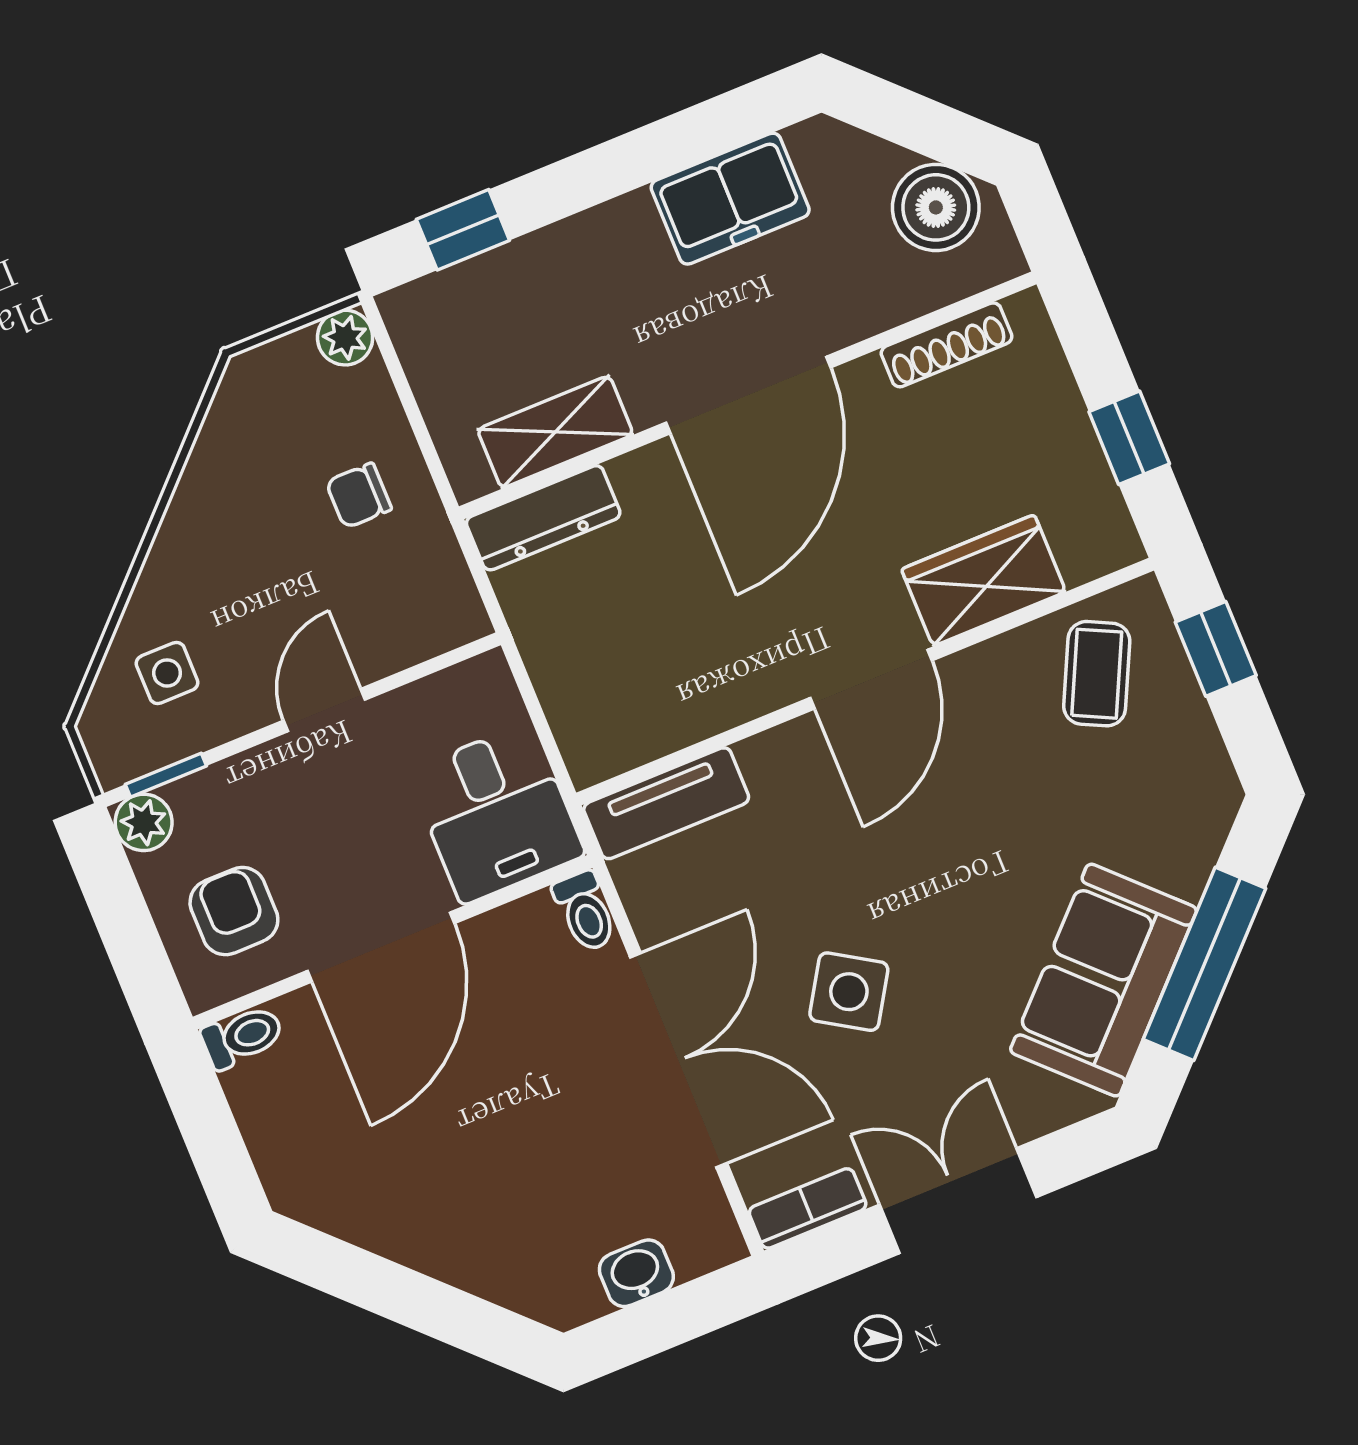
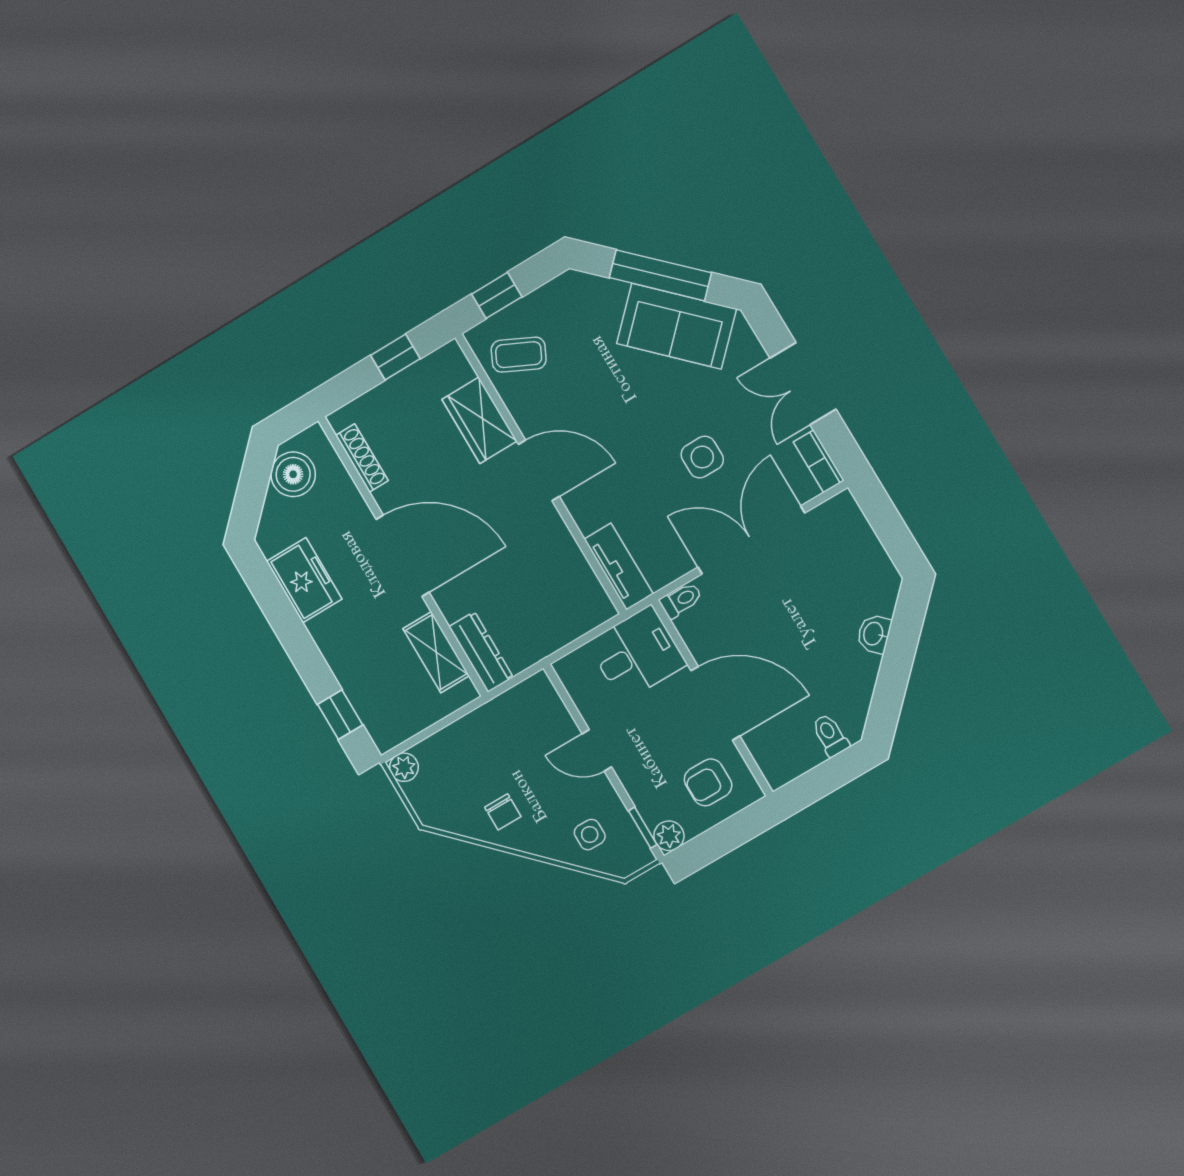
chair: (359, 496) -> (503, 812), moved
side table: (849, 992) -> (702, 457), turned -32
toilet: (242, 1037) -> (830, 735), moved
washbasin: (636, 1273) -> (874, 634), moved, turned 45

